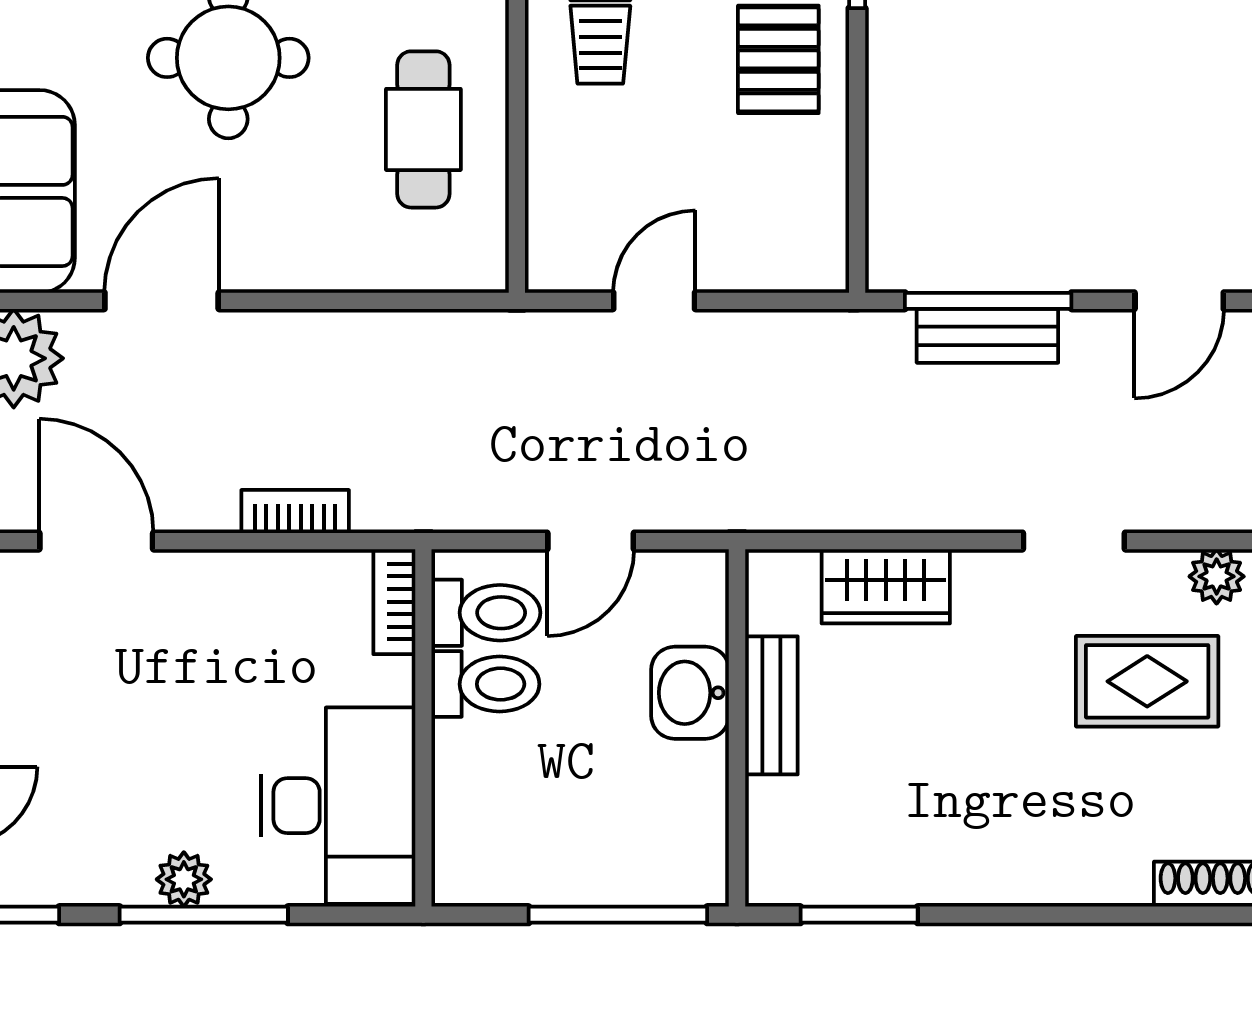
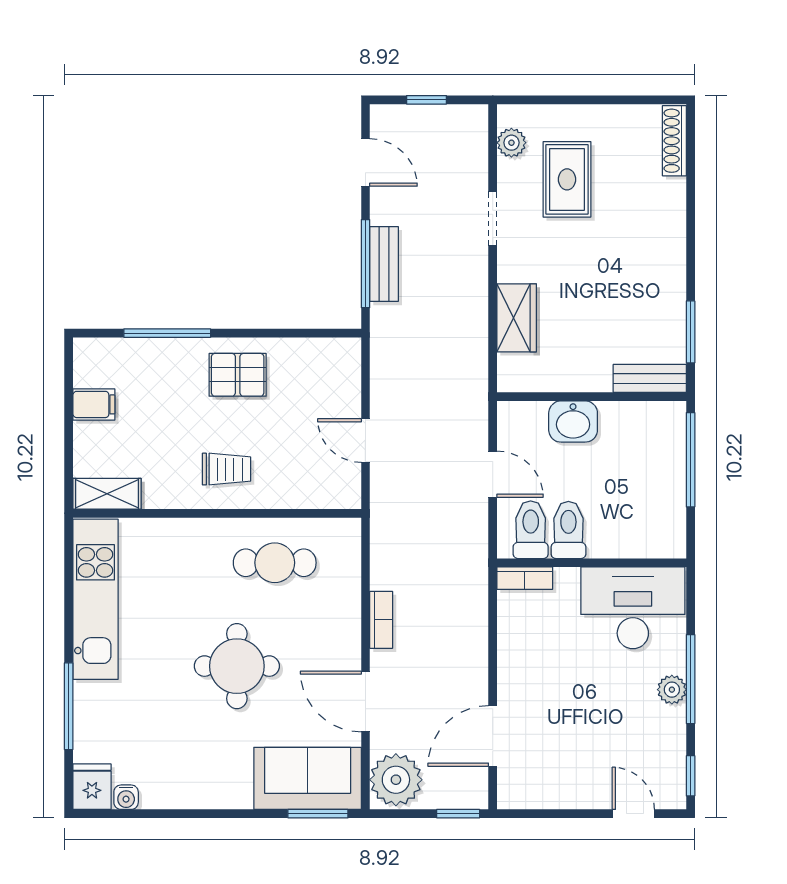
bookcase: (295, 511) -> (381, 620), moved, turned 180
bench: (771, 705) -> (650, 378), moved

